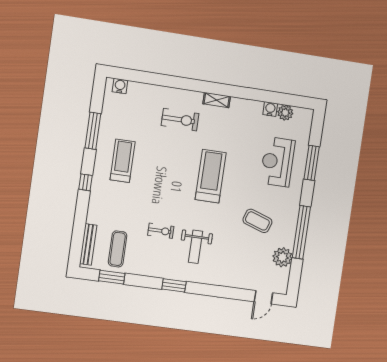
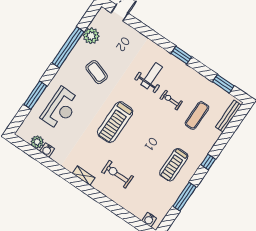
exercise mat: (118, 249) -> (197, 115), moved

